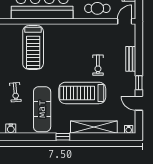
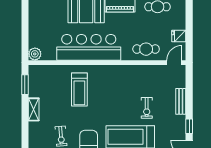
treadmill: (33, 47) -> (79, 90), width x0.73, depth x0.73

